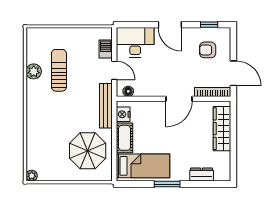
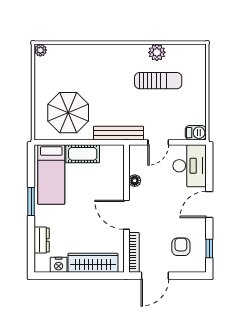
barbecue: (106, 49) -> (196, 133), moved
floor lamp: (128, 91) -> (135, 181), moved
nightstand: (123, 114) -> (59, 265), moved, turned 180

